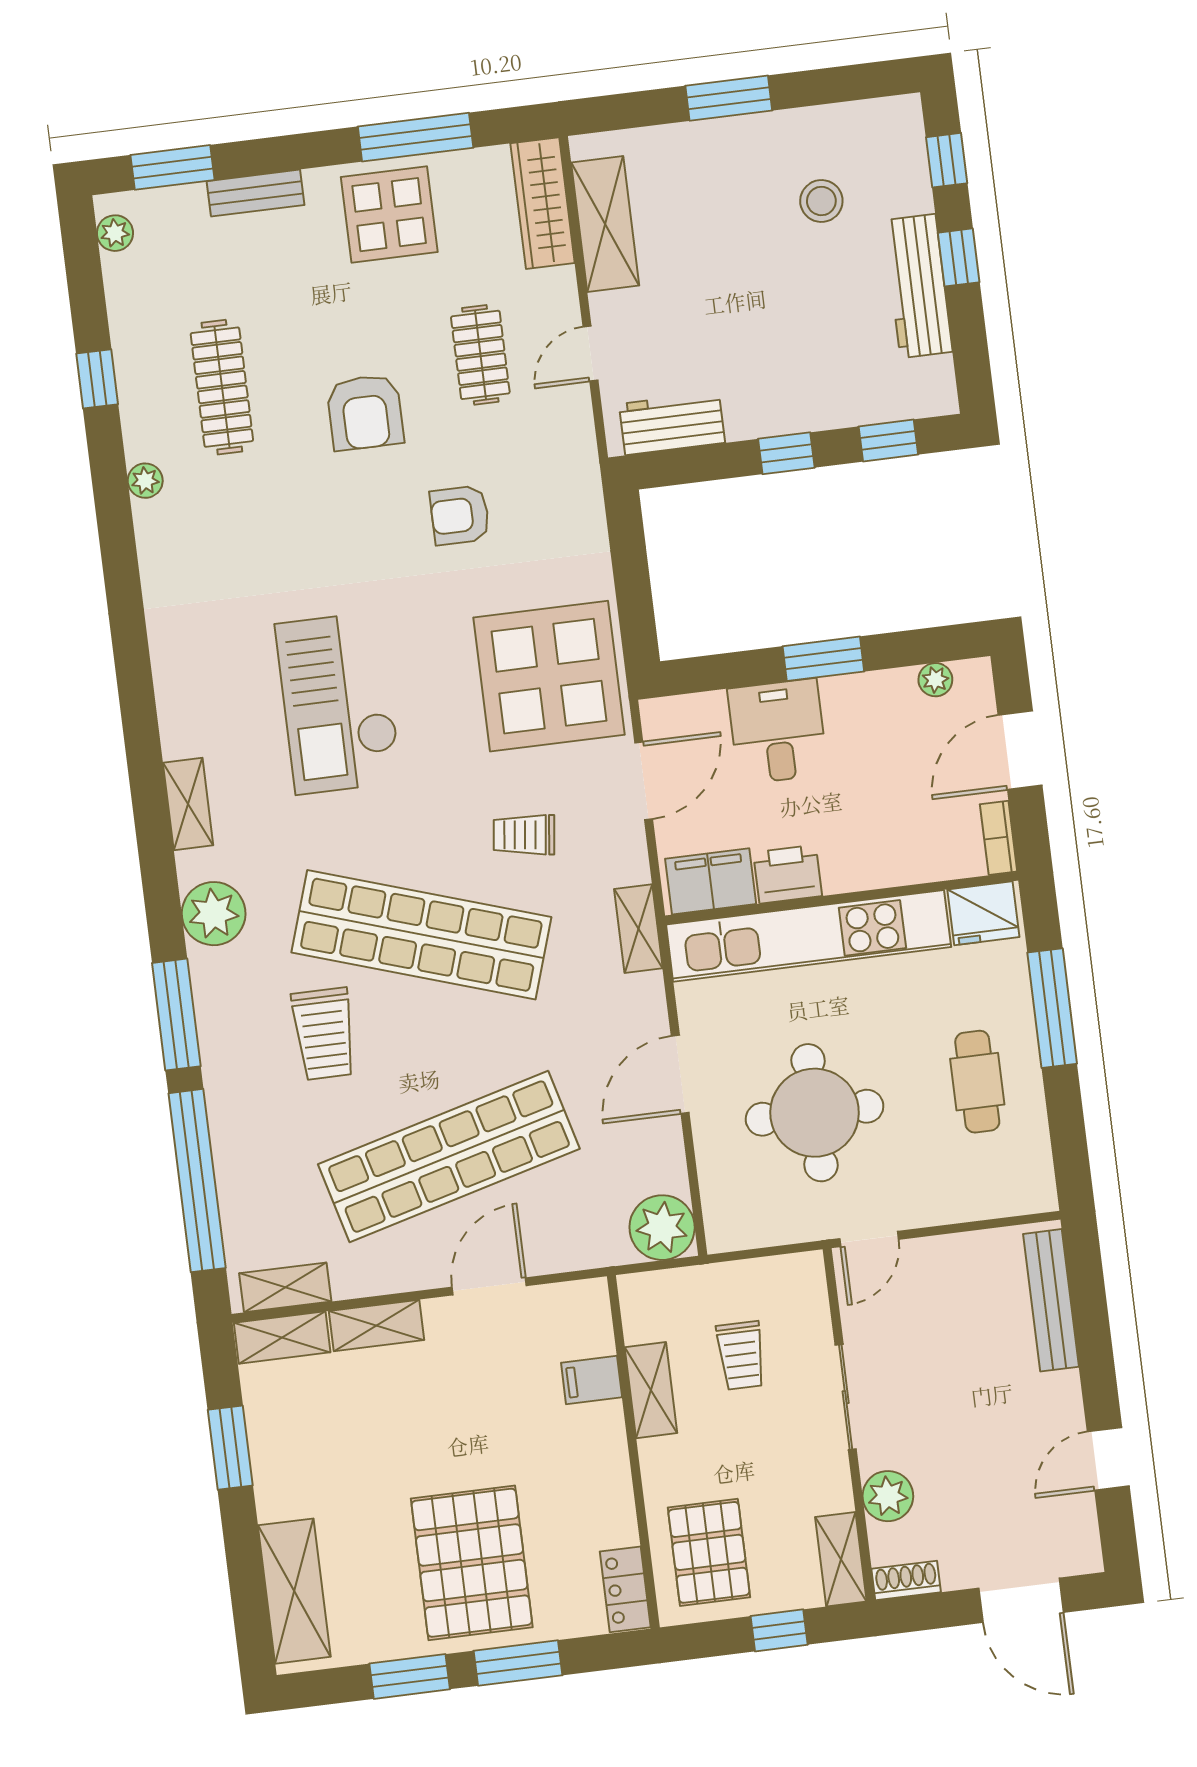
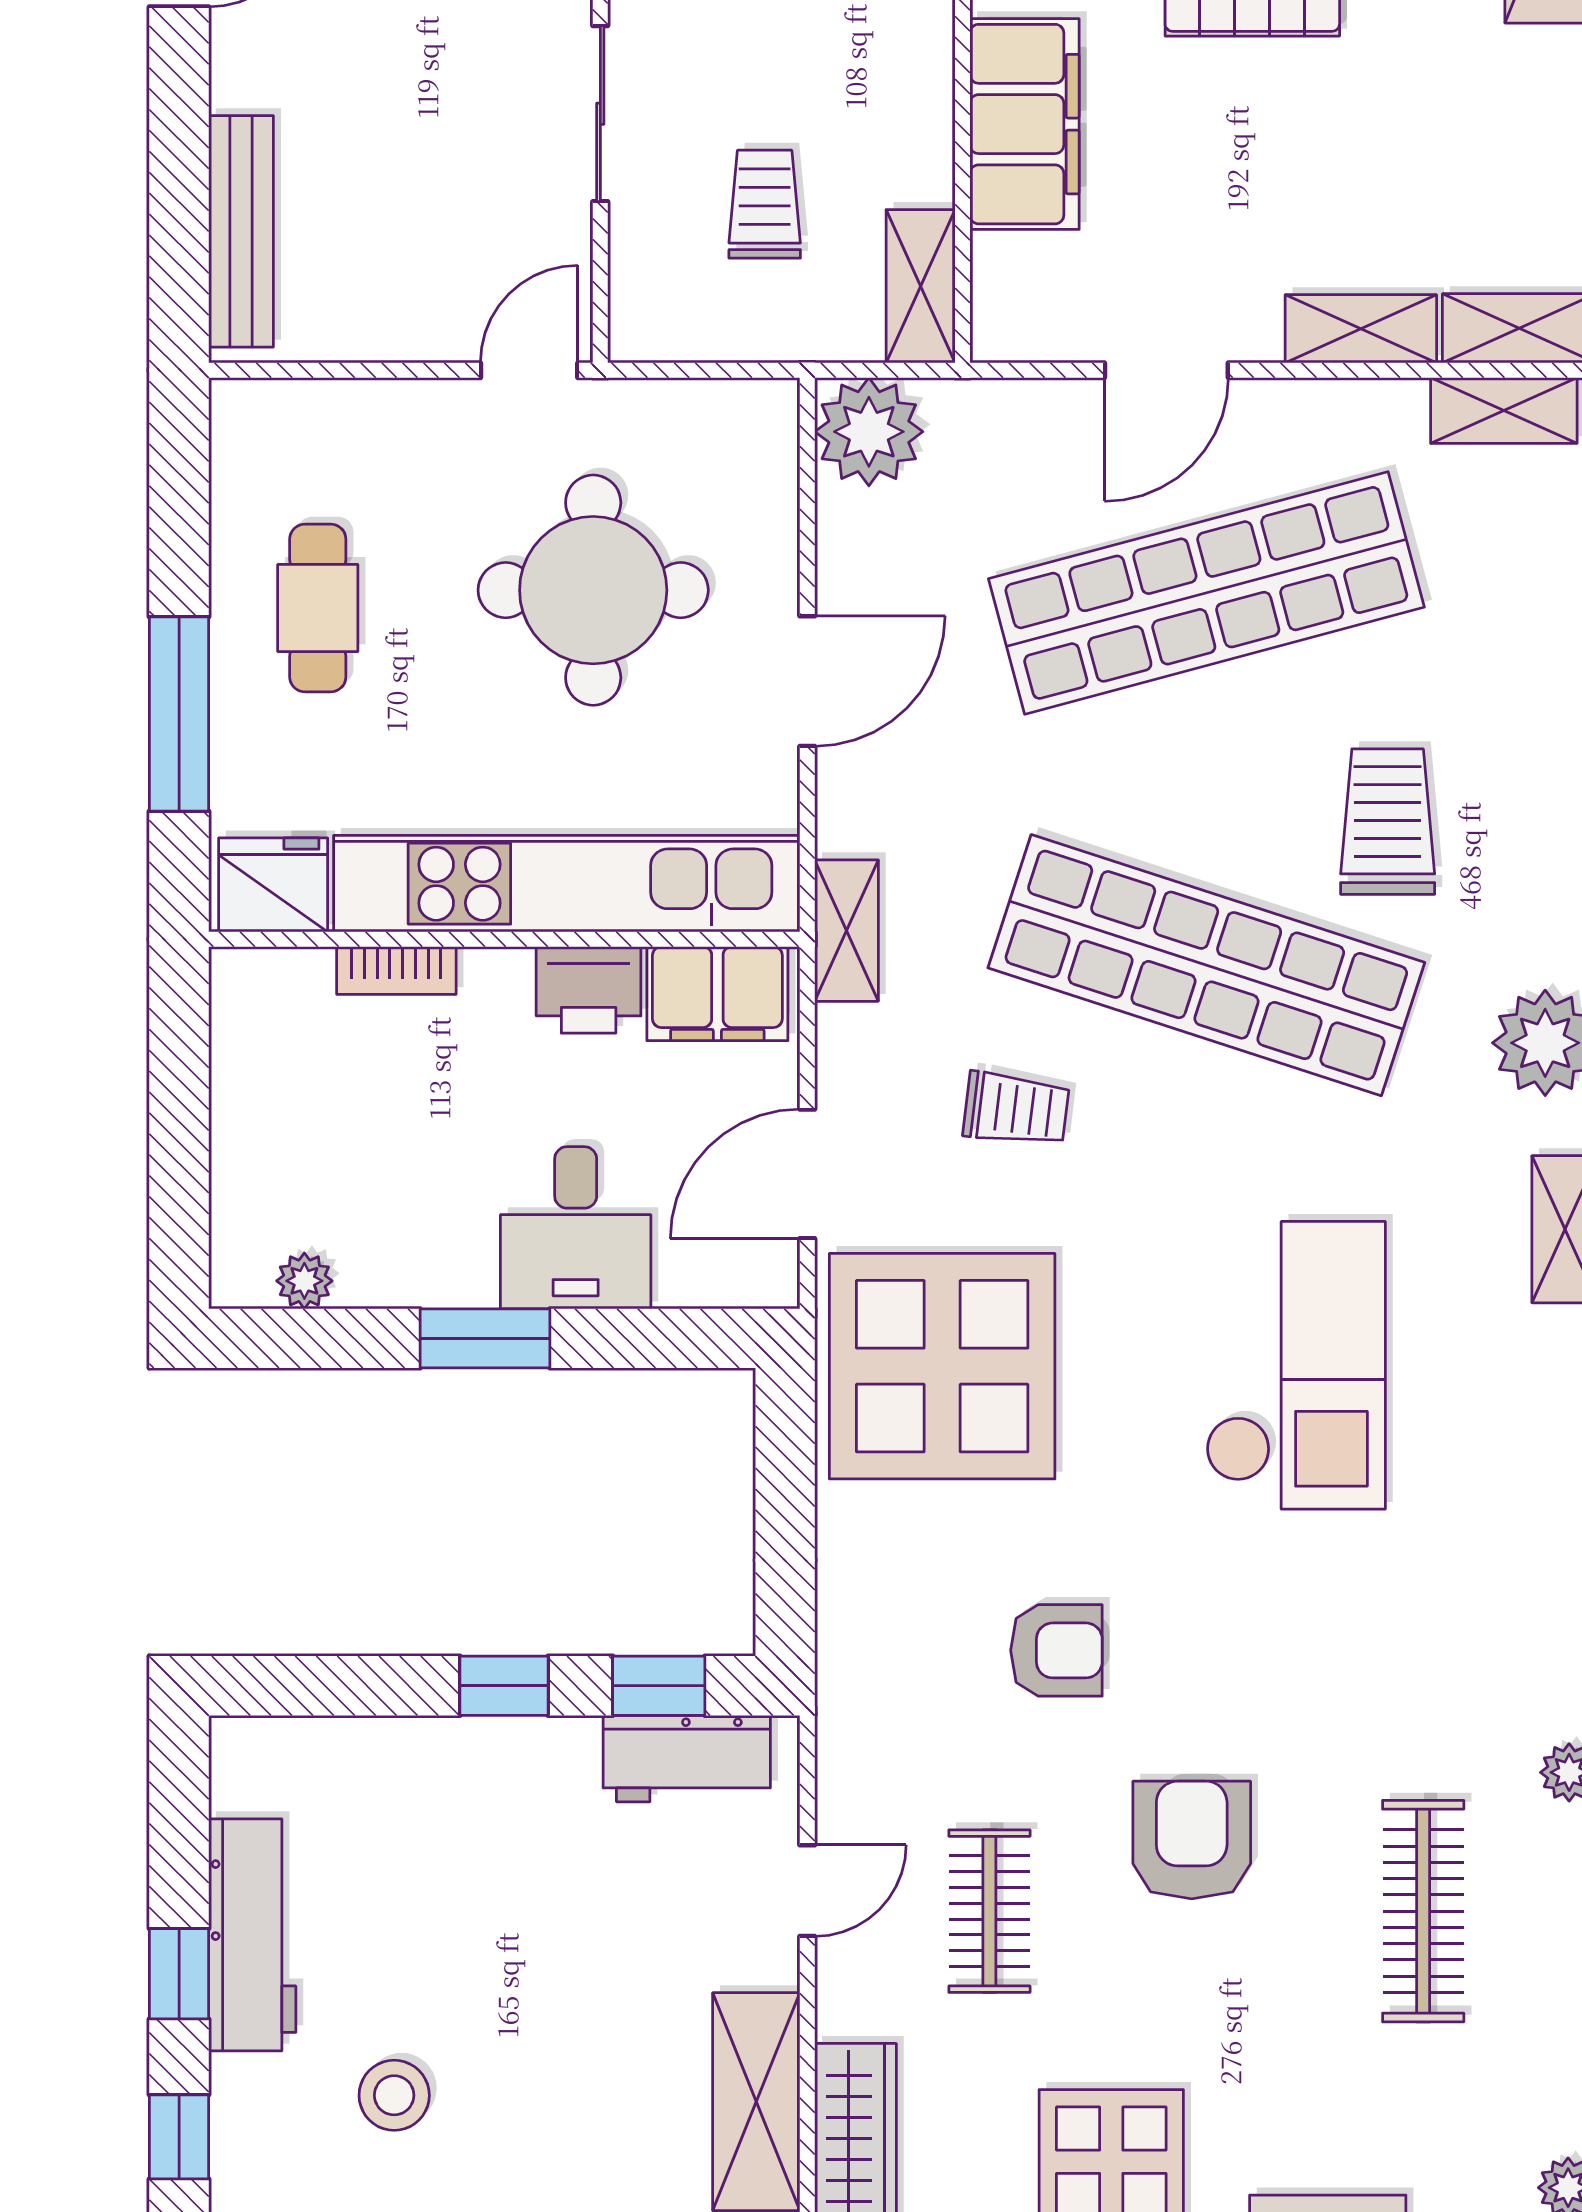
window: (888, 441) -> (659, 1686), moved
door: (1020, 750) -> (179, 1147), removed
bookcase: (999, 838) -> (396, 971), moved, turned 90
filing cabinet: (592, 1380) -> (1024, 124), width x3.00, depth x1.17
shelving: (651, 1390) -> (921, 286), moved

